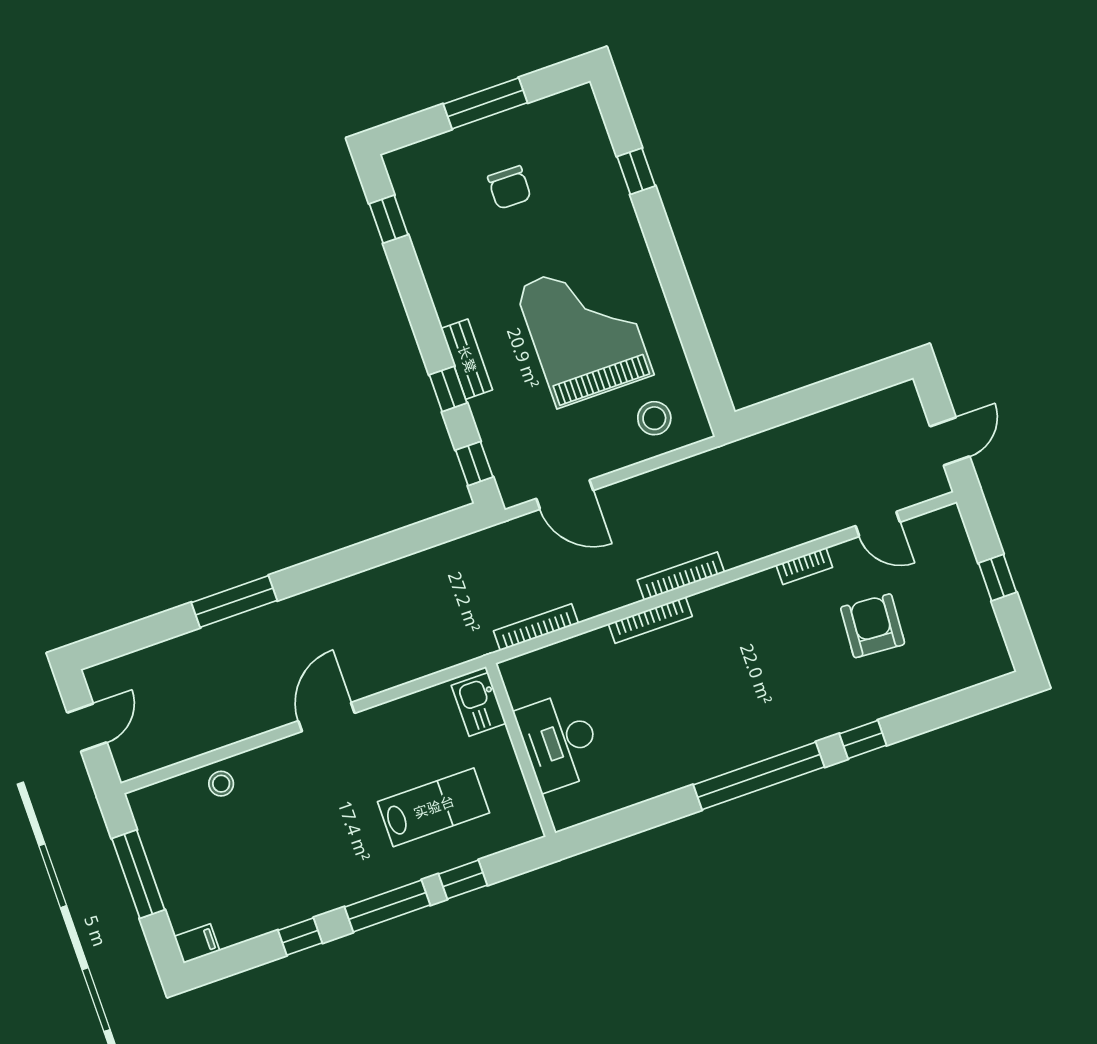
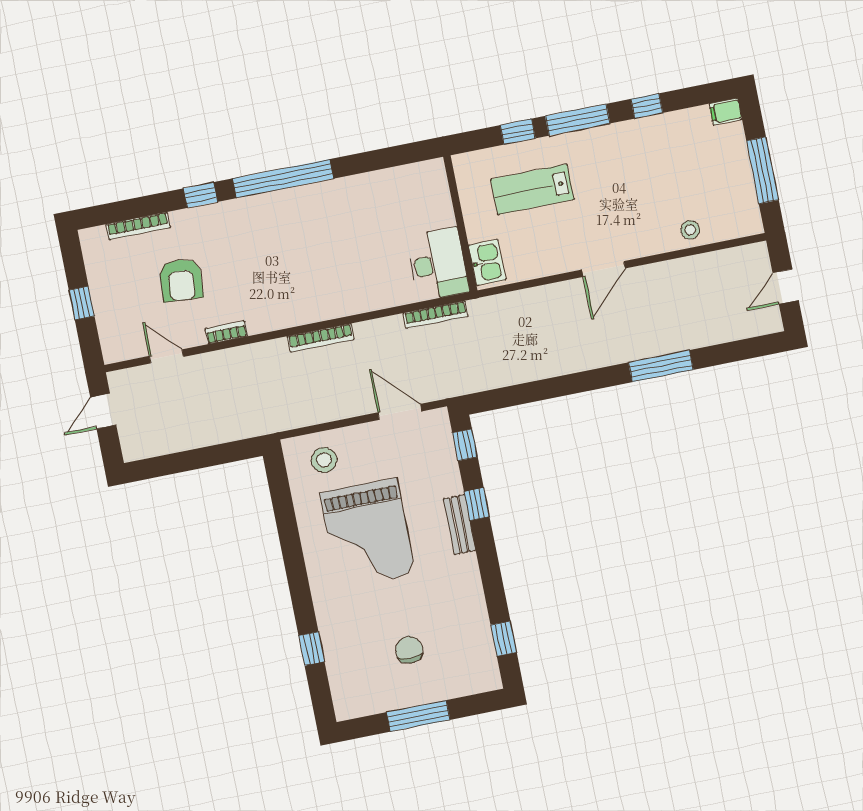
bookcase: (650, 620) -> (138, 226), moved, turned 180
desk: (560, 741) -> (438, 264), moved

